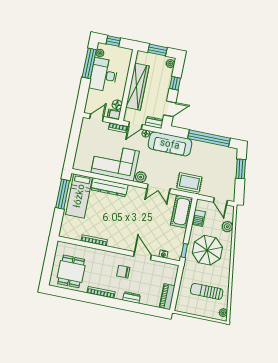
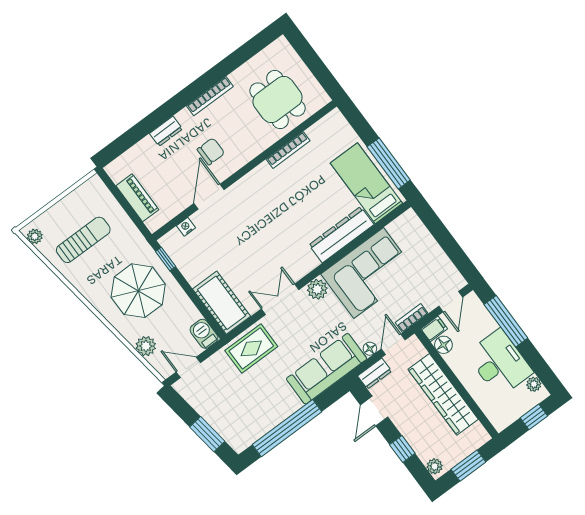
window: (89, 63) -> (506, 321), moved
barbecue: (199, 218) -> (204, 334), moved
door: (143, 256) -> (209, 197), swing flipped
dining table: (71, 271) -> (278, 100), moved
piano: (167, 297) -> (137, 198), moved

